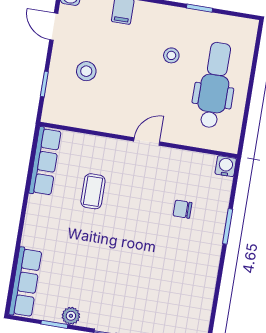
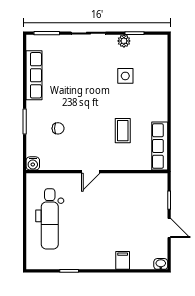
door: (54, 27) -> (169, 228), moved
stool: (171, 55) -> (83, 235), removed
stool: (86, 71) -> (141, 214), removed
side table: (77, 267) -> (125, 76), added
row of seats: (25, 282) -> (34, 75), moved, turned 180

